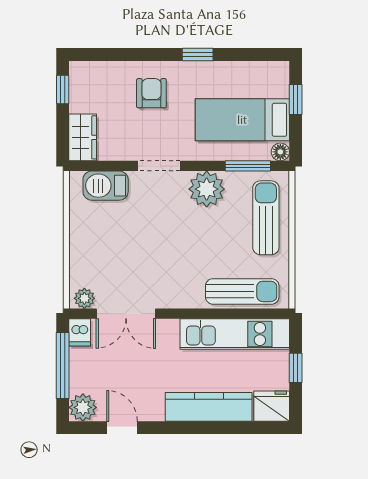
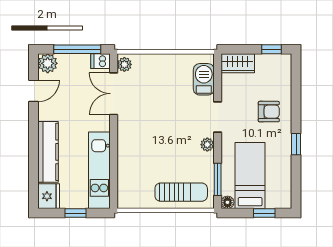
plant: (207, 189) -> (207, 145), width x0.53, depth x0.53
sun lounger: (242, 291) -> (129, 175), removed

